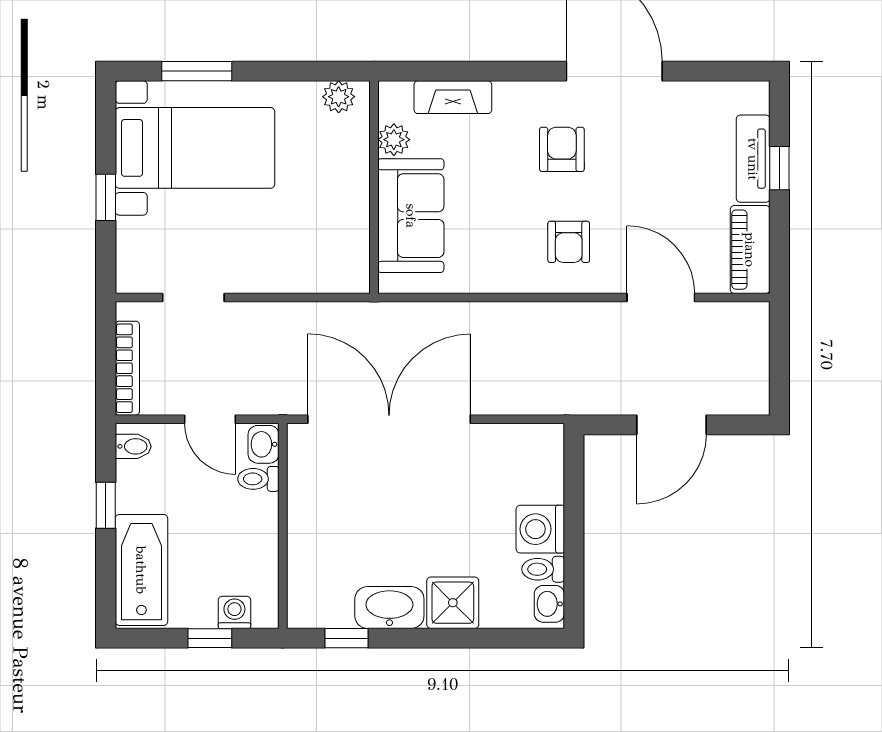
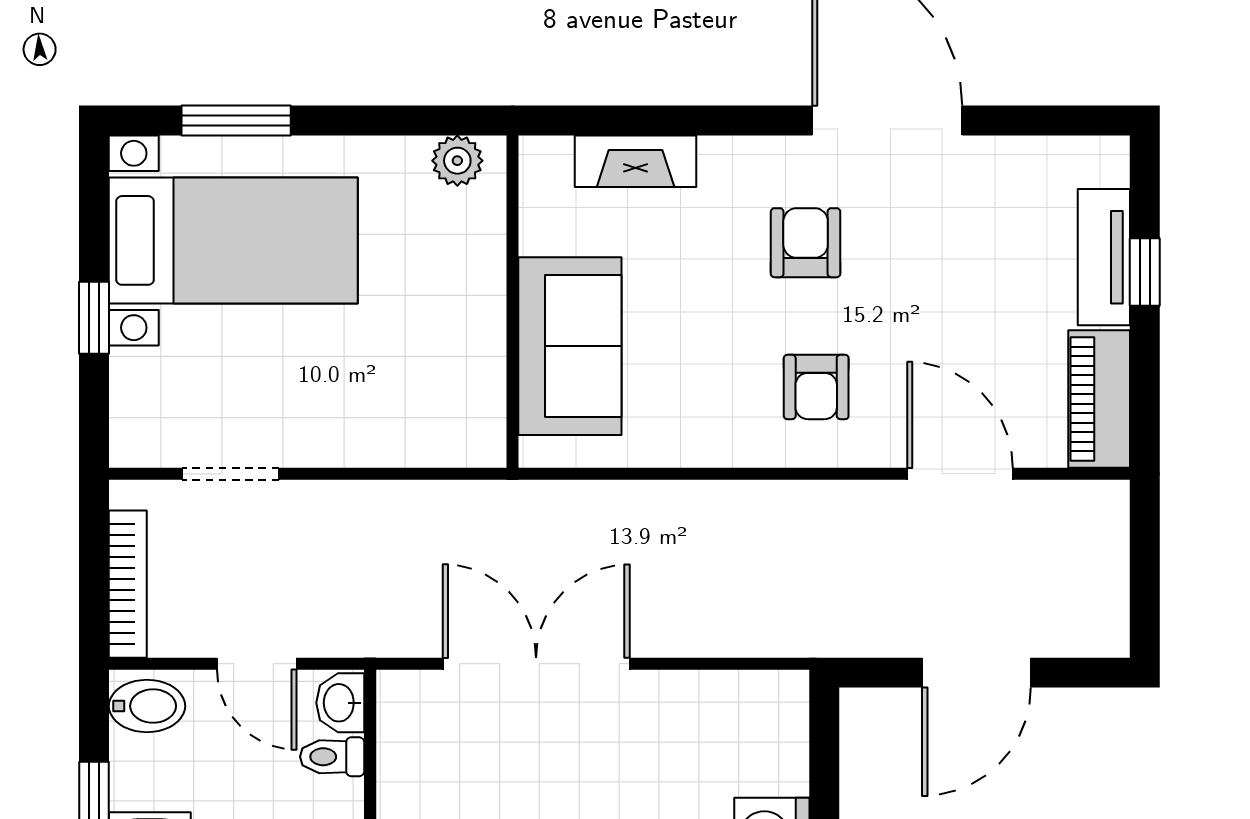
plant: (394, 140) -> (543, 227), removed
double door: (389, 419) -> (536, 664), width x0.73
bidet: (133, 446) -> (147, 706), width x1.38, depth x1.36

